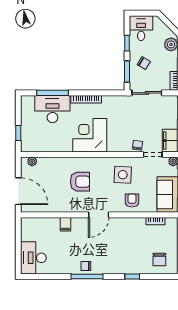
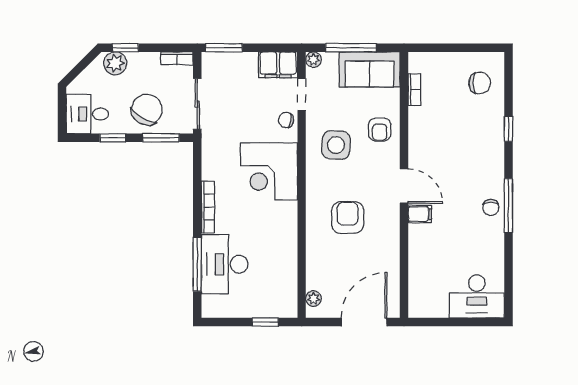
chair: (144, 63) -> (147, 110), width x1.87, depth x1.87
corner desk: (90, 135) -> (269, 171), moved
armchair: (132, 200) -> (380, 129), turned -90
filing cabinet: (65, 224) -> (420, 214), moved

